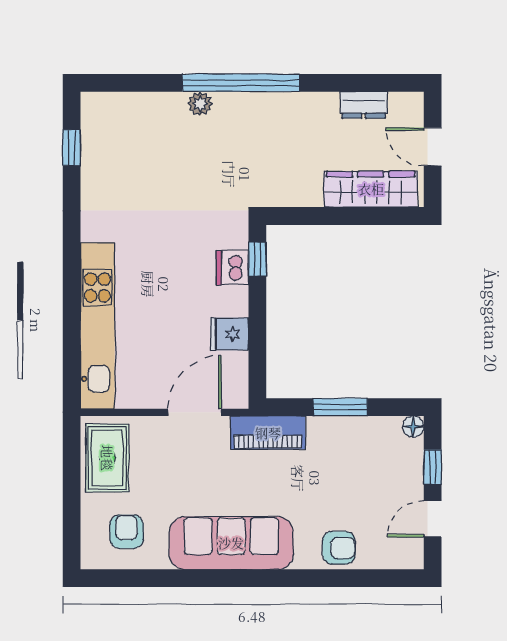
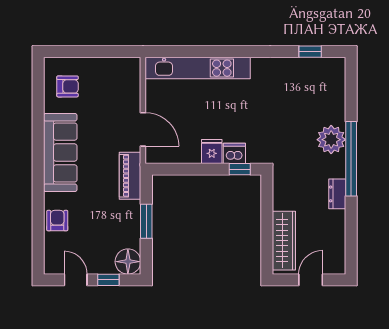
plant: (200, 104) -> (331, 140), width x1.88, depth x1.88
dresser: (364, 105) -> (337, 194), moved
fridge: (229, 334) -> (212, 151), moved
floor lamp: (413, 427) -> (128, 262), width x1.89, depth x1.89
rug: (107, 458) -> (114, 74), removed
armchair: (339, 548) -> (57, 221), turned 180

